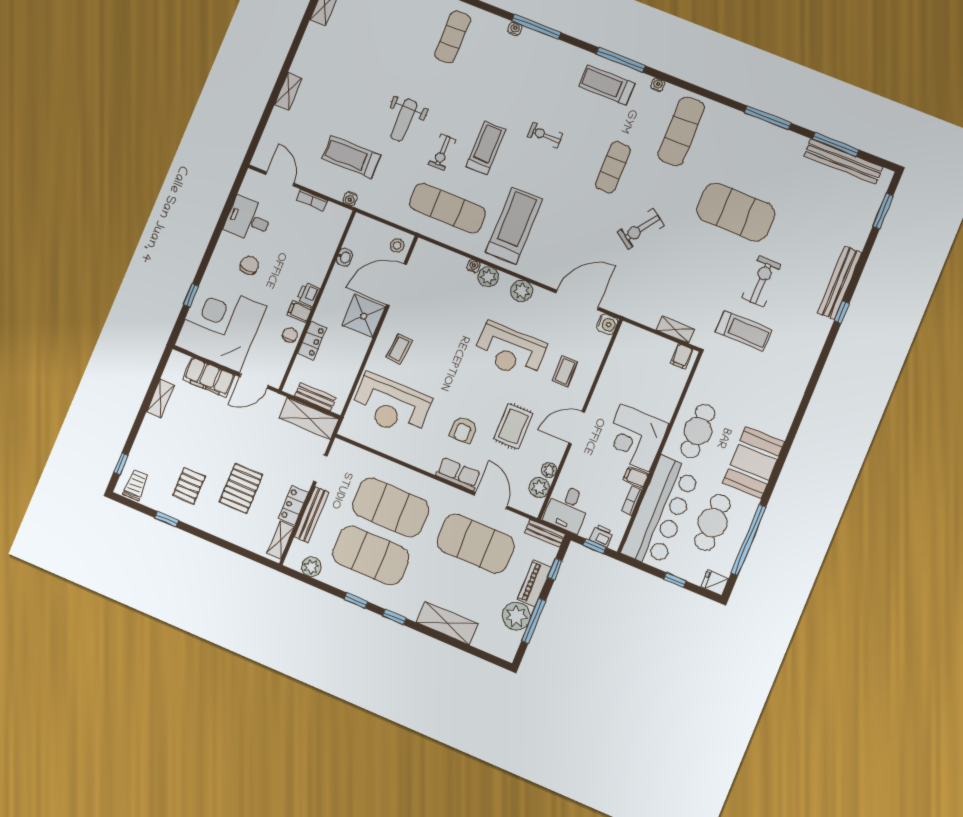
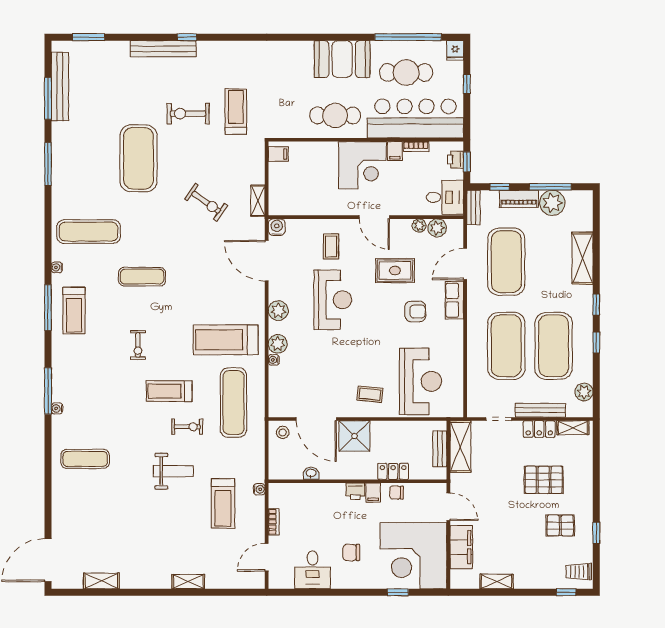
exercise bike: (641, 229) -> (206, 202), moved
shelving: (675, 330) -> (258, 201), moved
coffee table: (565, 371) -> (331, 246), turned 90

